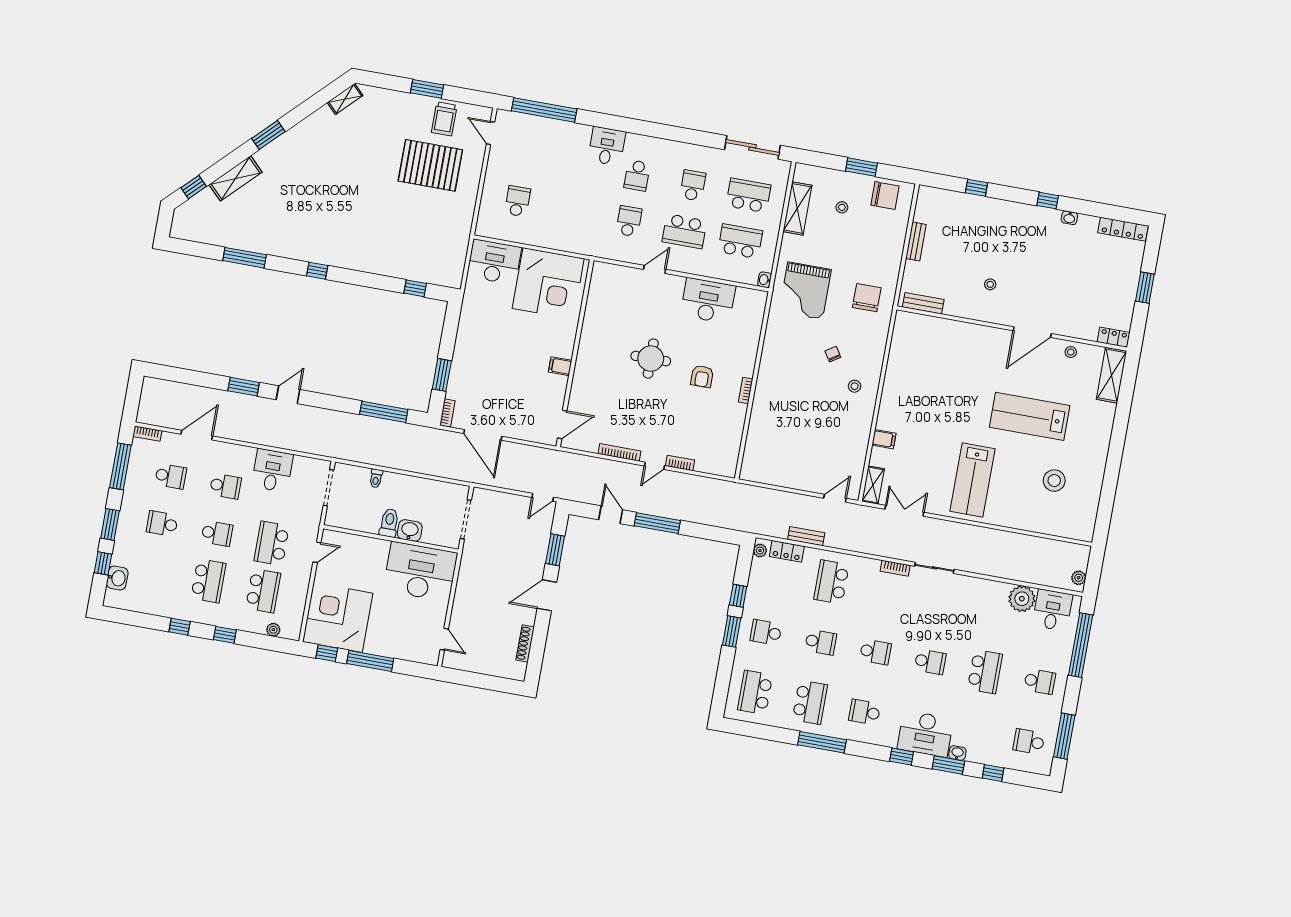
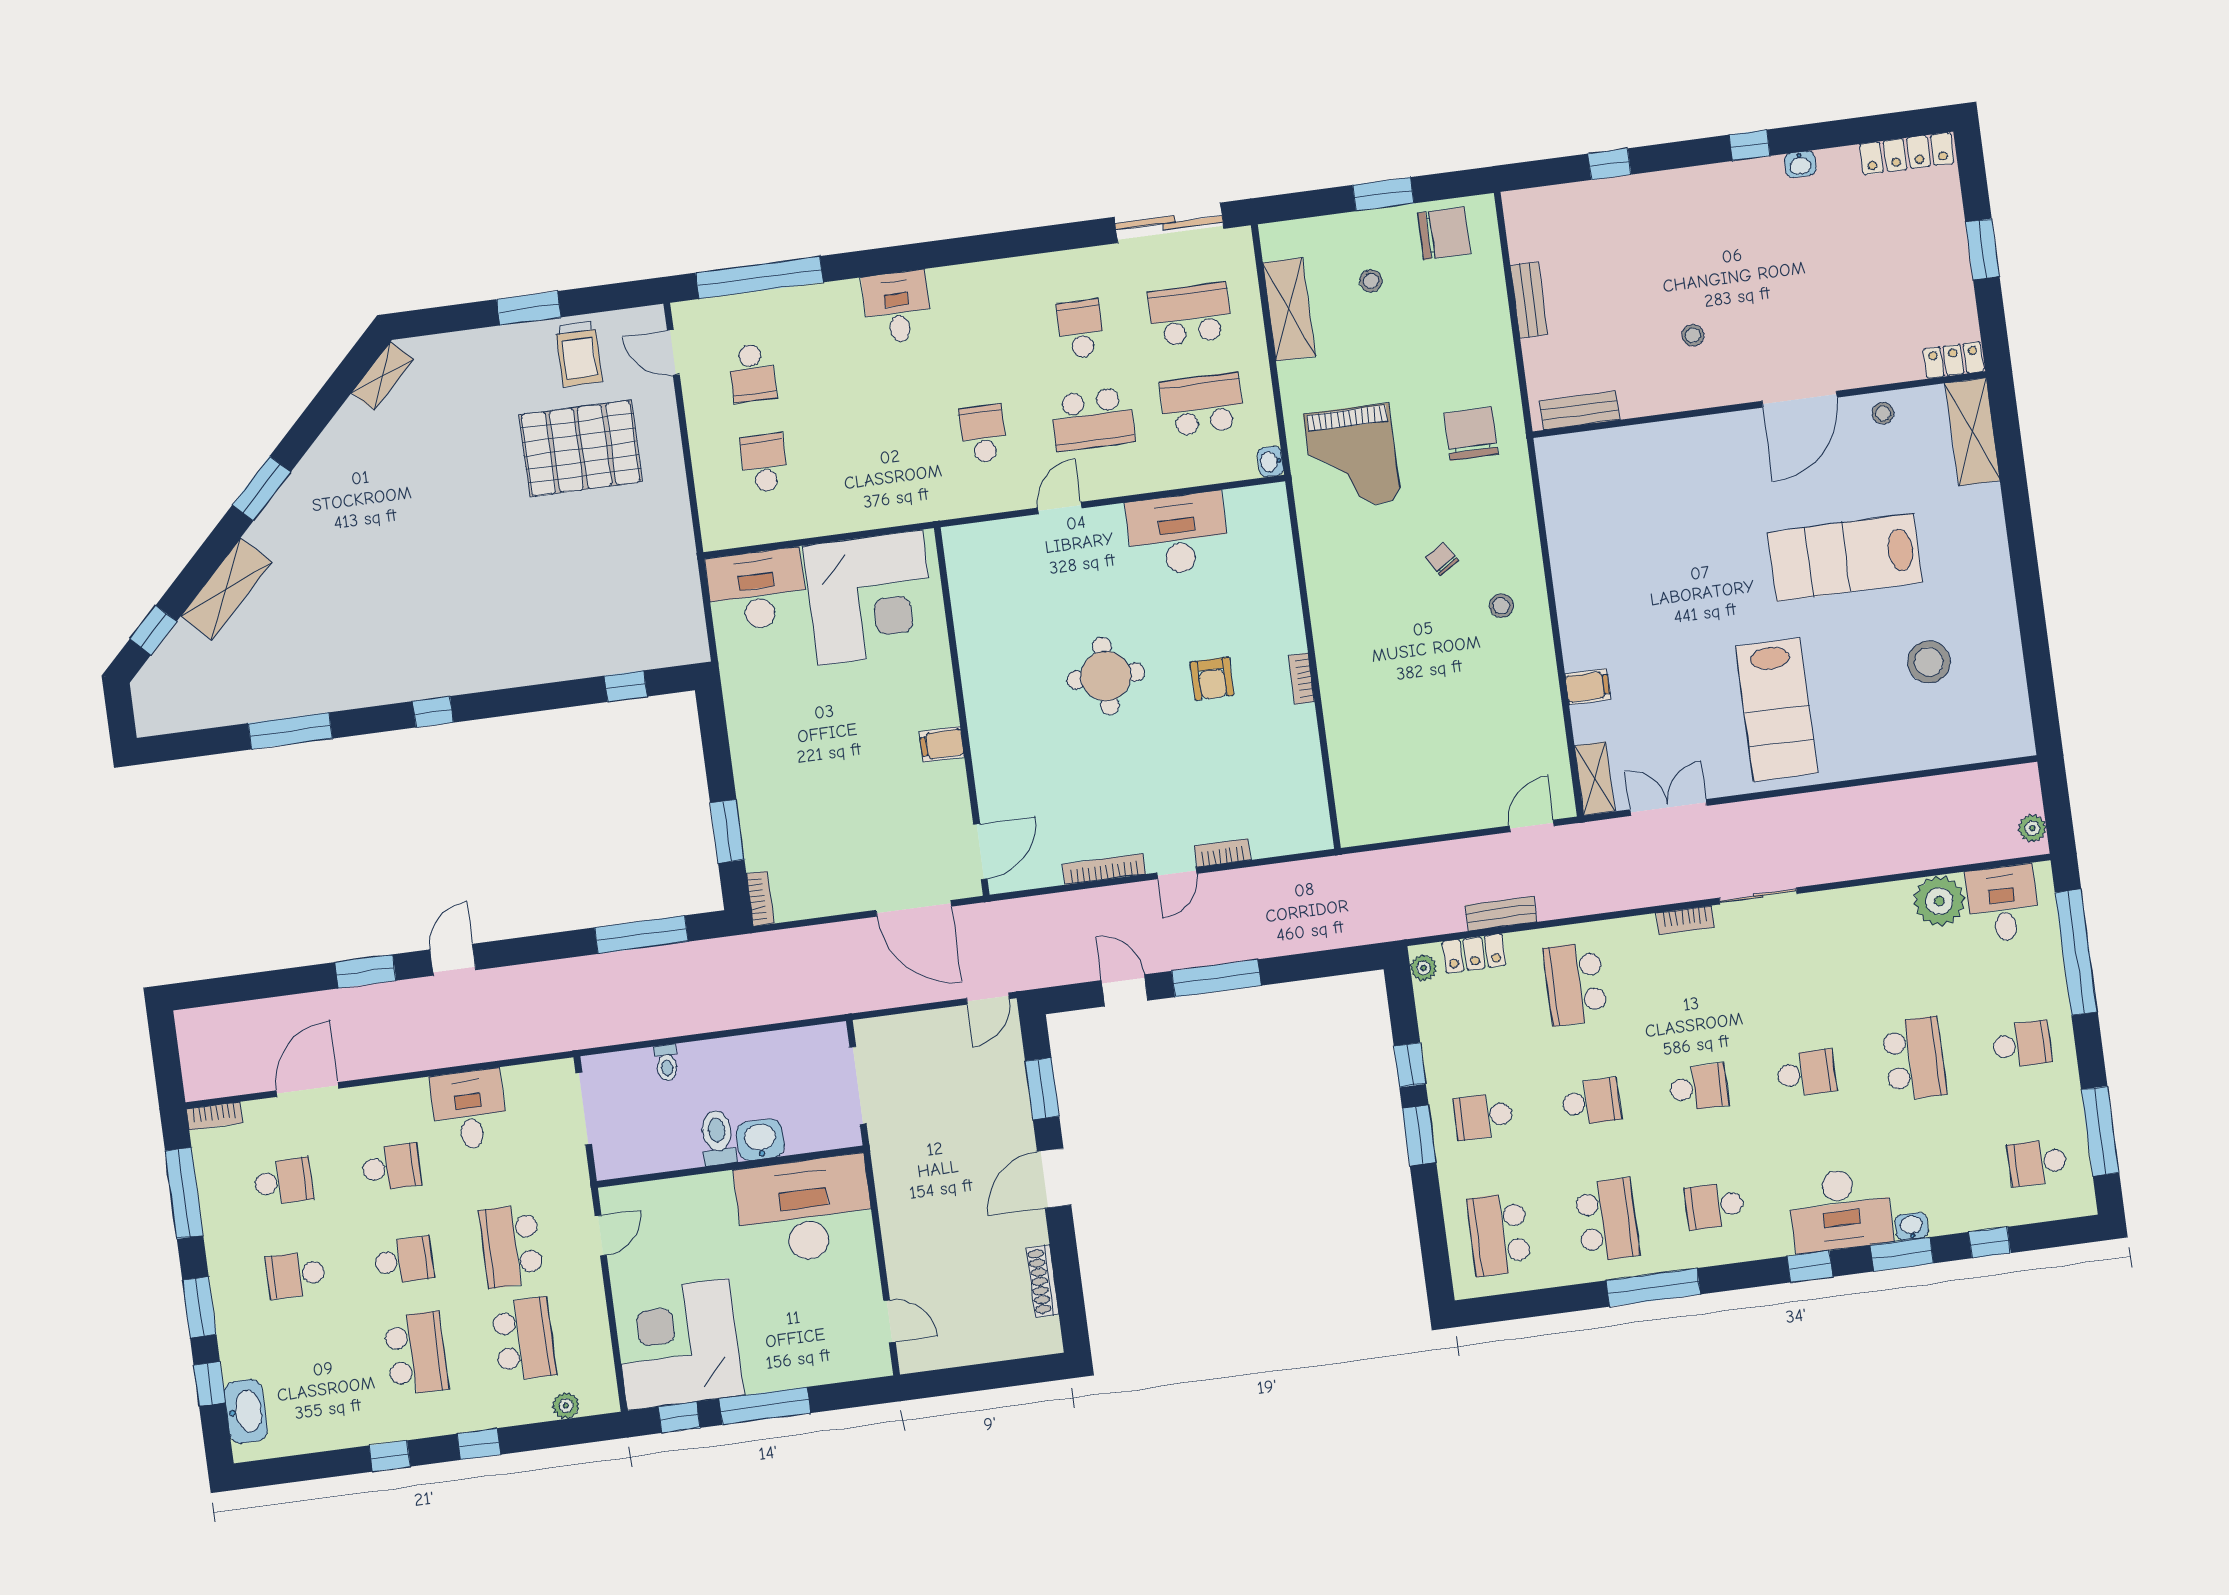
school desk: (637, 175) -> (752, 373), moved
door: (483, 435) -> (914, 908), moved
washbasin: (117, 578) -> (246, 1411), width x1.38

